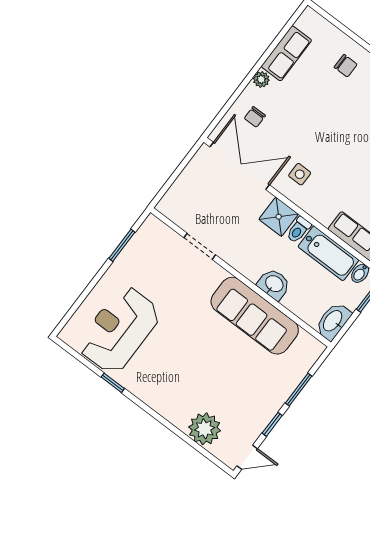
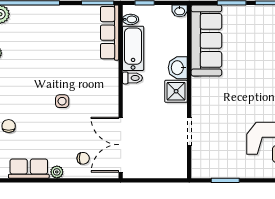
side table: (300, 174) -> (62, 101), moved
shower: (279, 217) -> (176, 91), moved
sofa: (255, 316) -> (206, 40), moved
washbasin: (333, 321) -> (180, 11), width x0.52, depth x0.69

